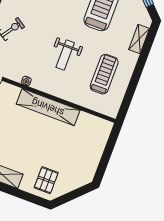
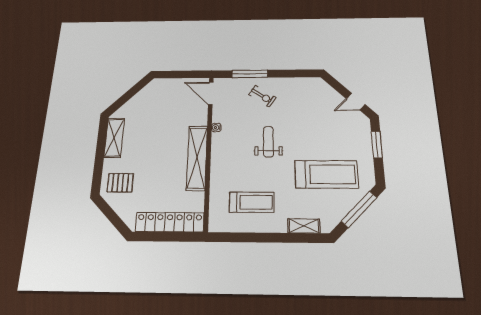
weight bench: (65, 55) -> (268, 142), moved, turned 90
locker: (96, 148) -> (170, 222), added

